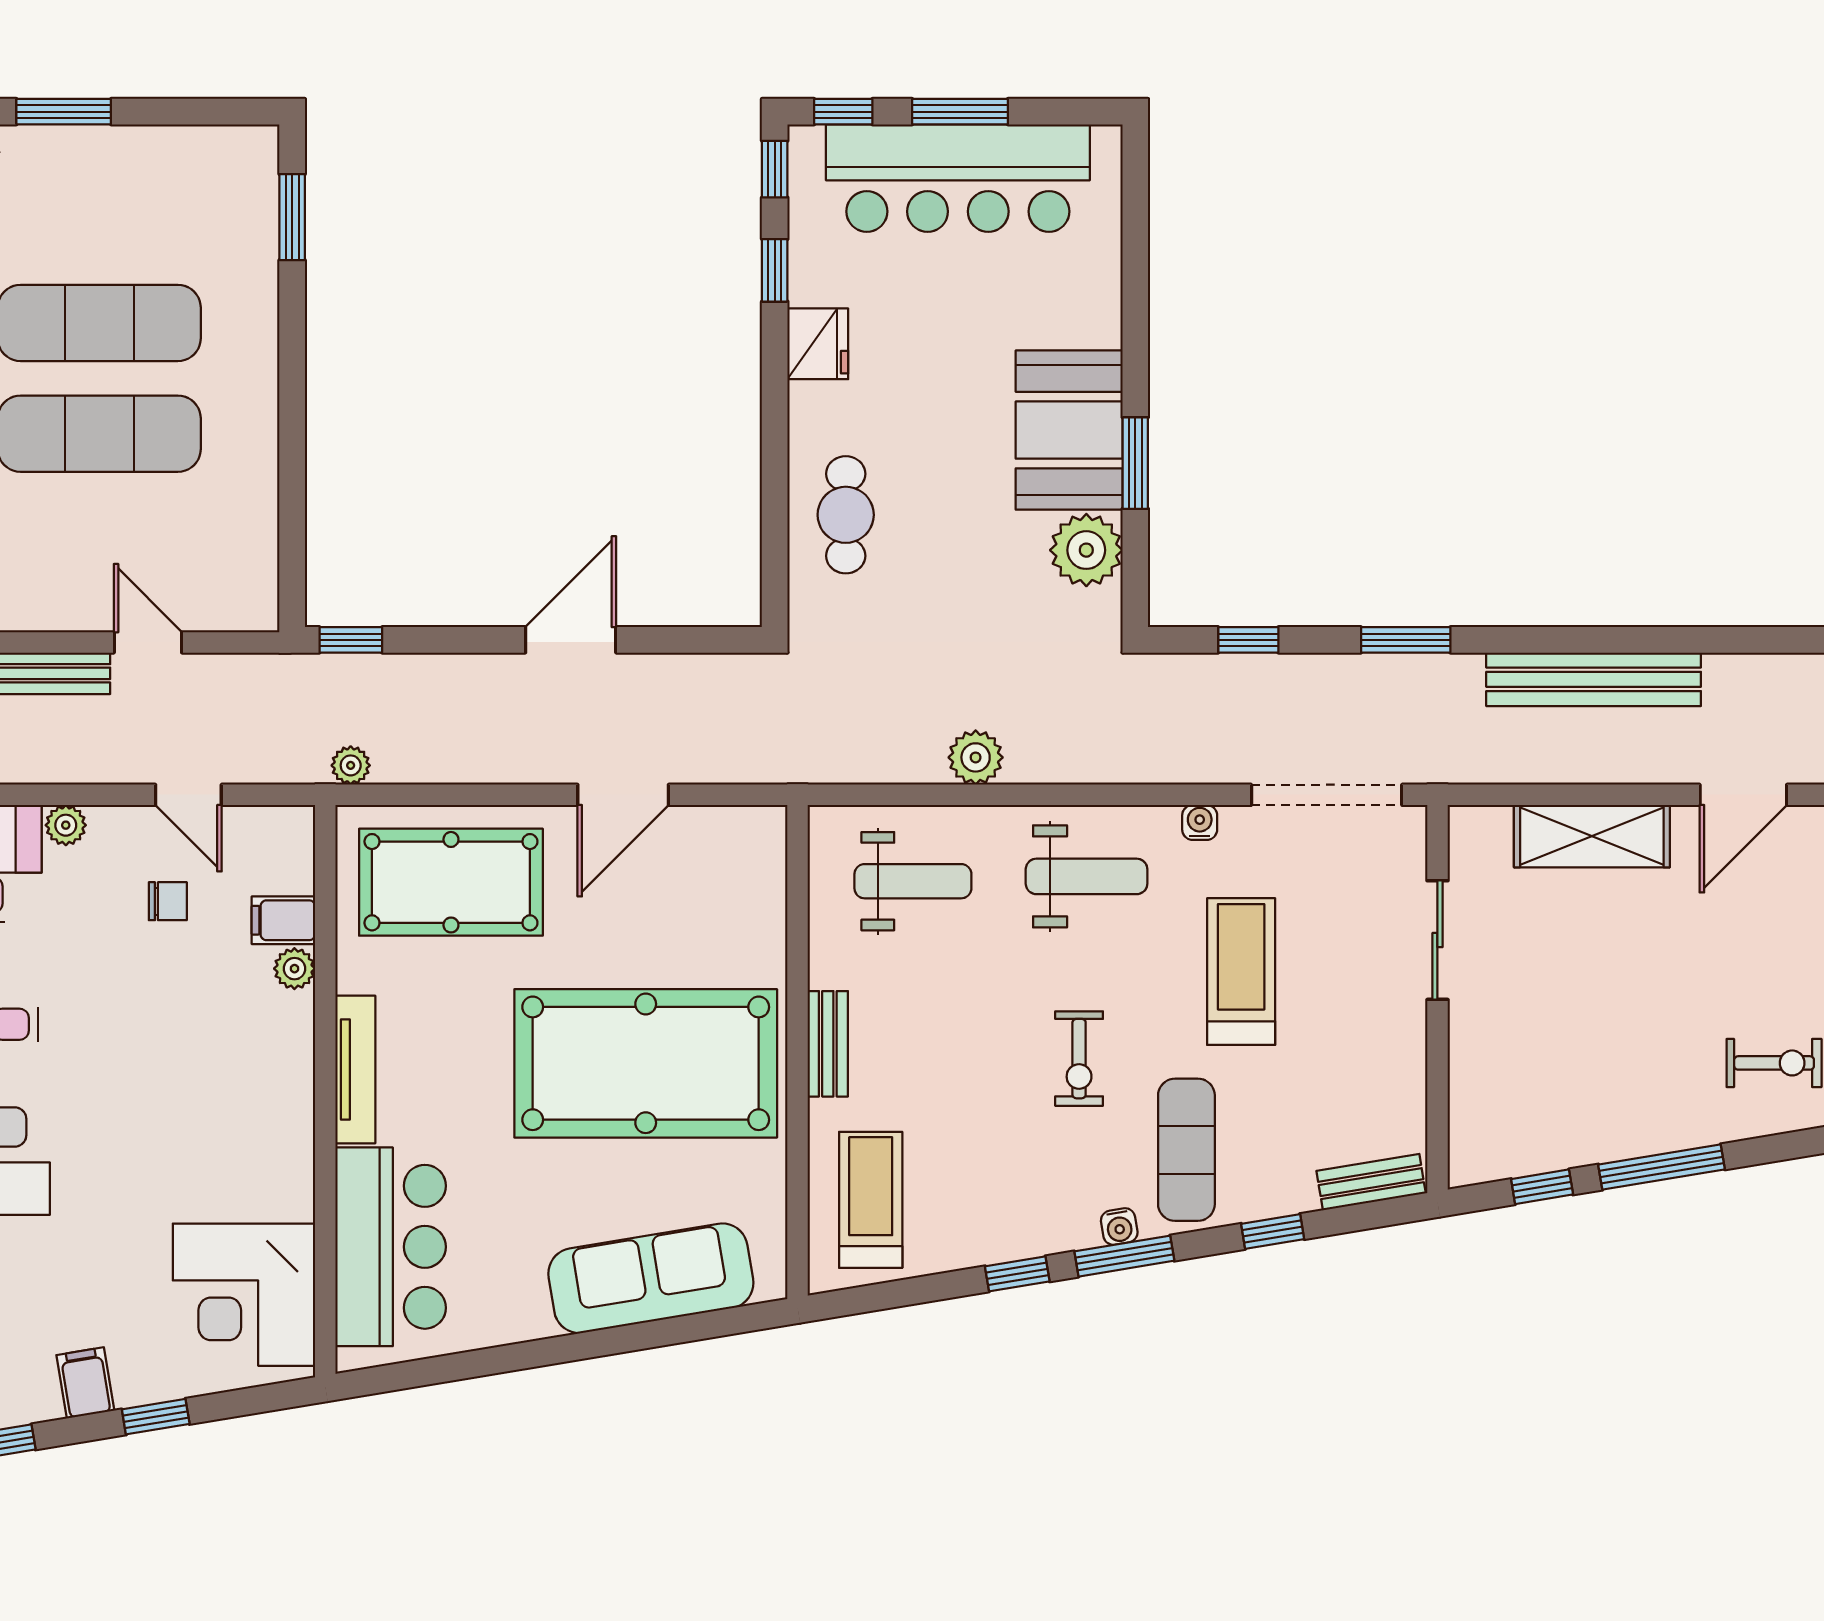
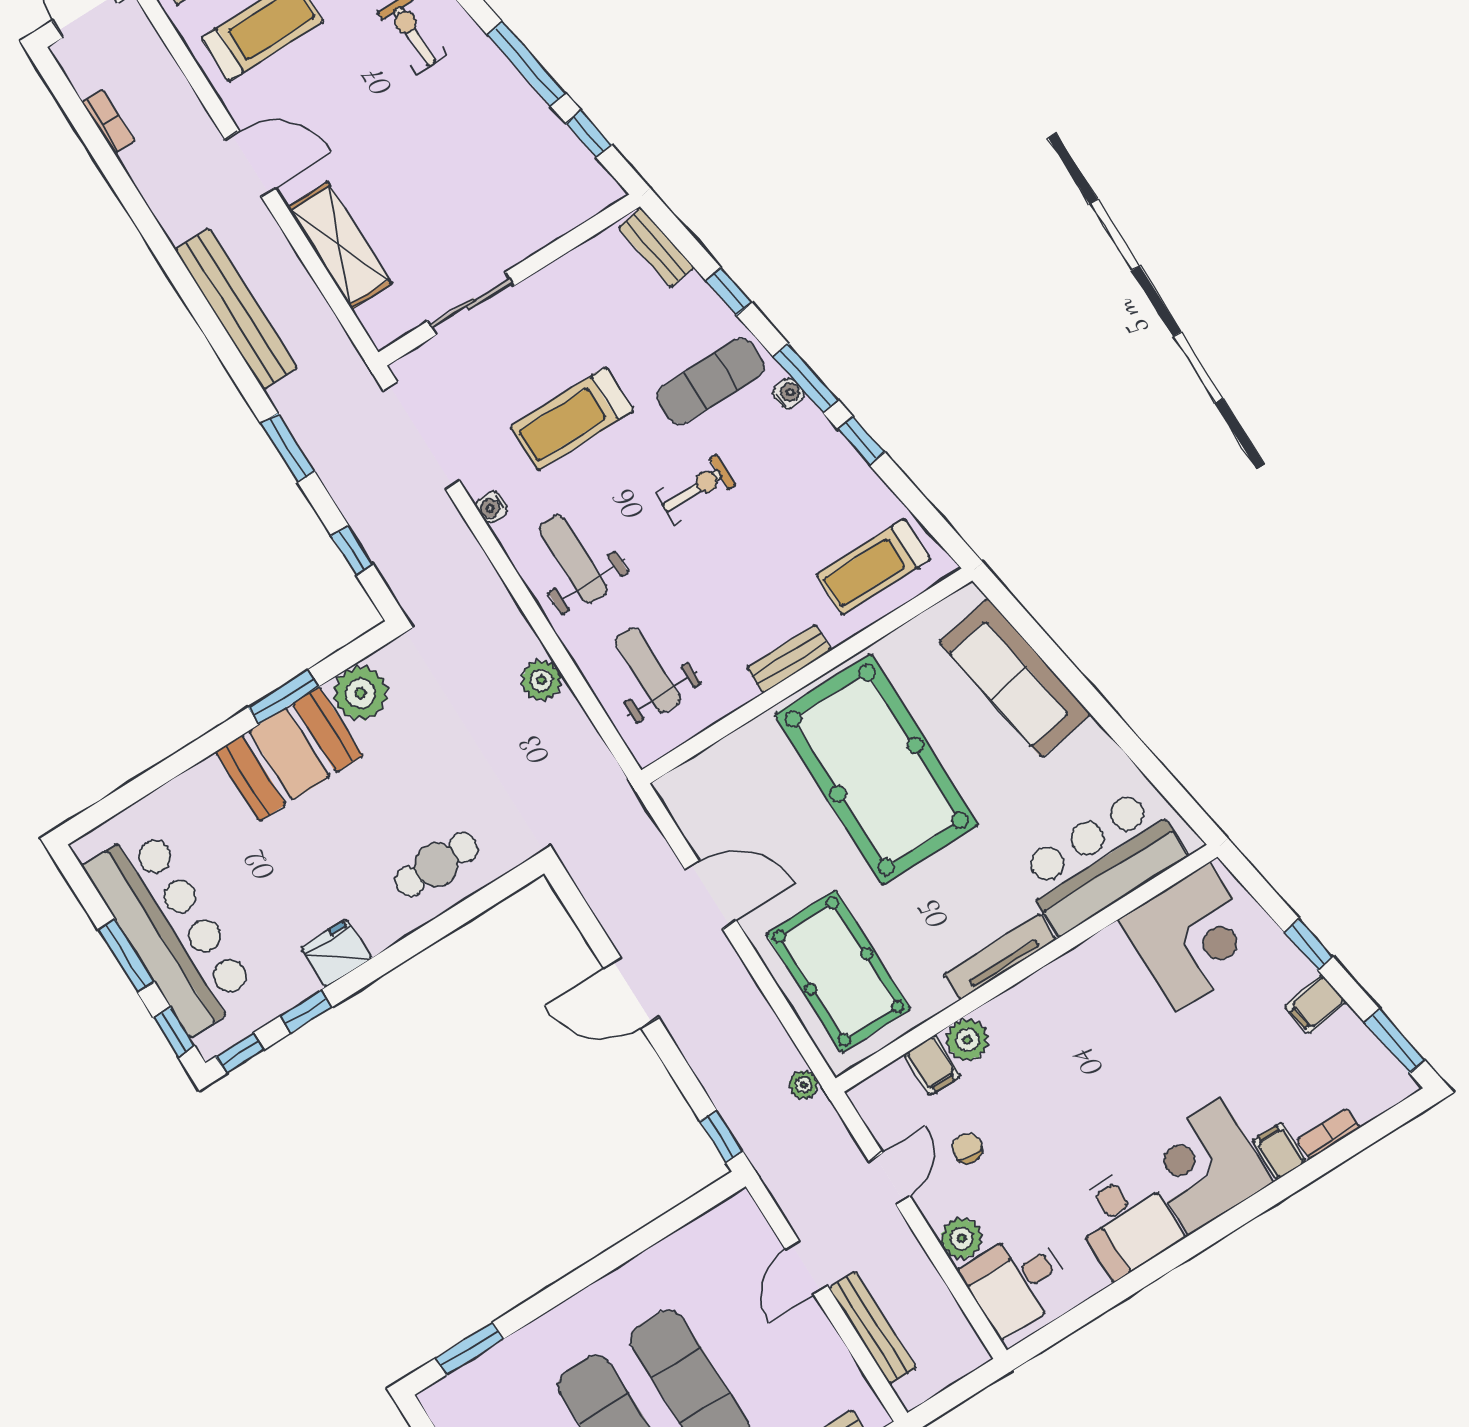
plant: (66, 825) -> (961, 1238), width x1.38, depth x1.38
plant: (294, 969) -> (967, 1040), width x1.38, depth x1.38

